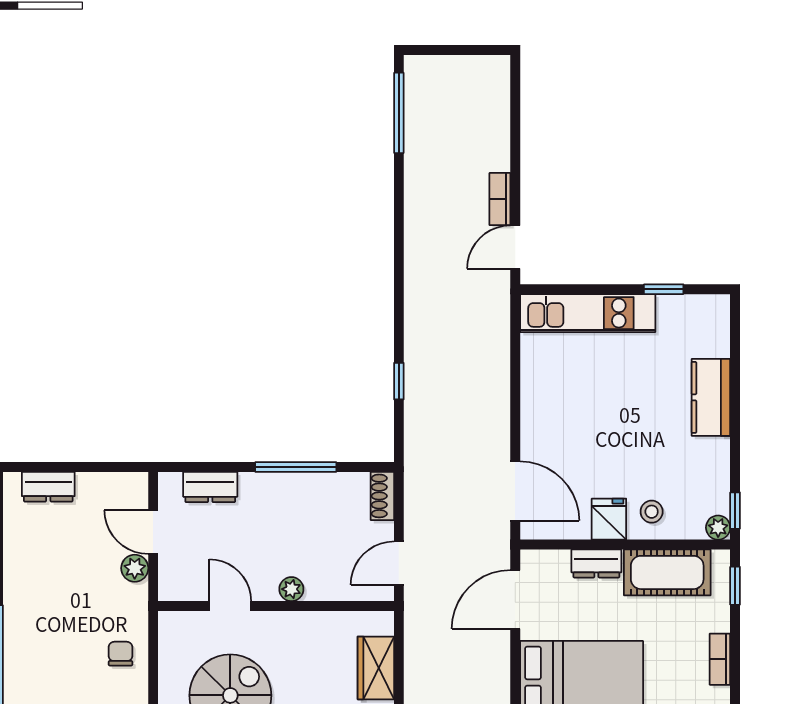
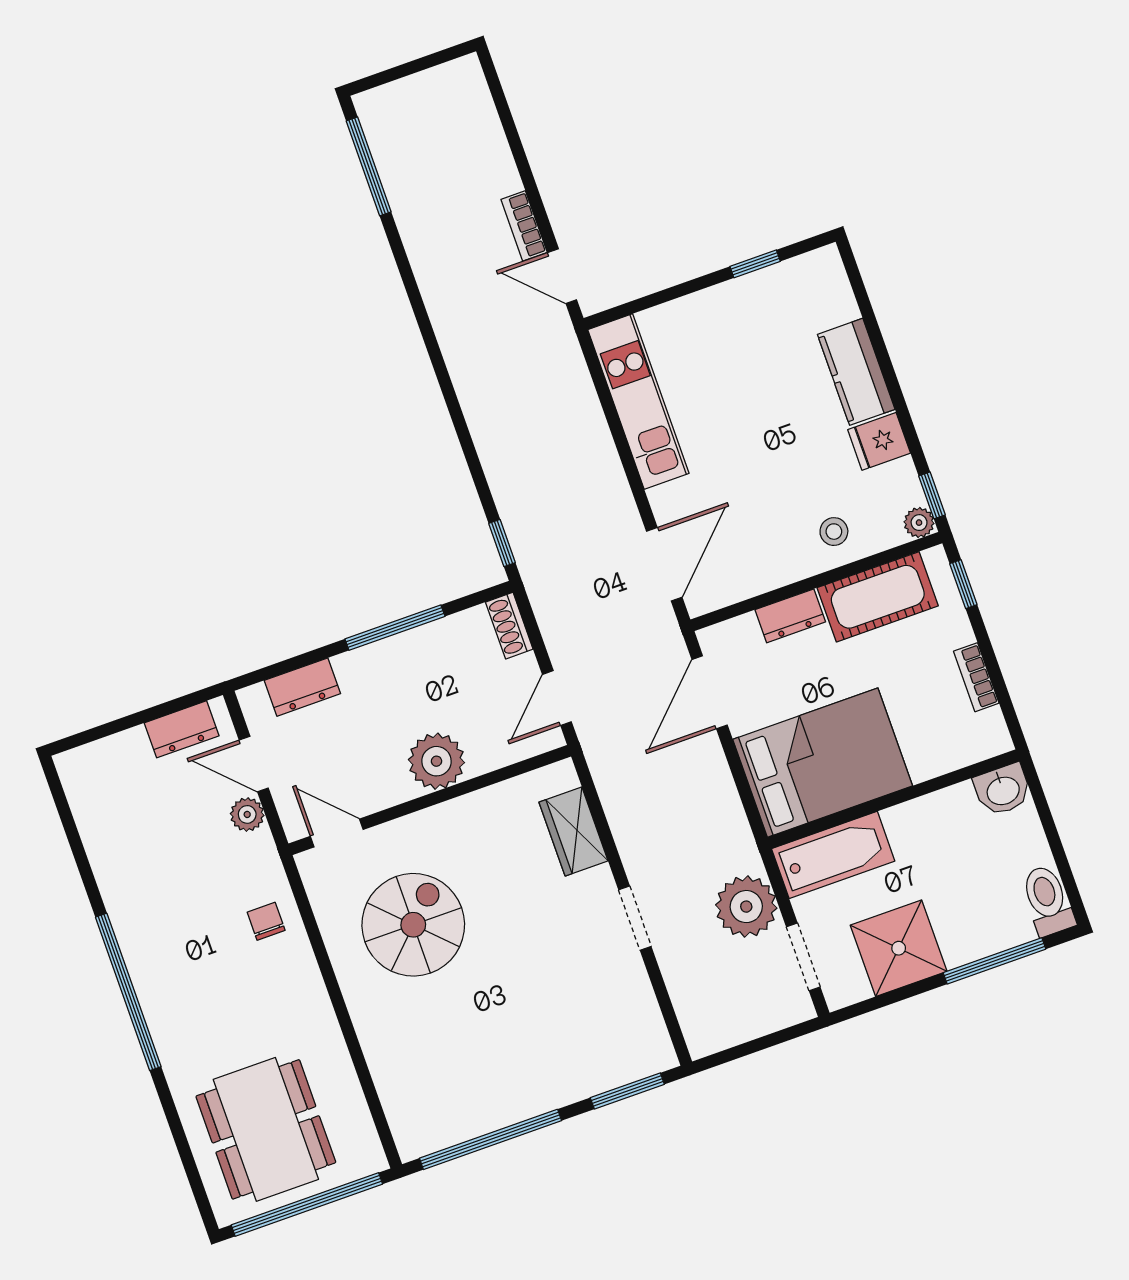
door: (515, 247) -> (562, 276), hinge flipped
kitchen unit: (588, 313) -> (638, 401), moved, turned -90
window: (399, 381) -> (502, 543), moved
dresser: (48, 487) -> (182, 729), moved
door: (515, 491) -> (664, 564), hinge flipped
fridge: (609, 519) -> (879, 441), moved, turned -90
plant: (291, 589) -> (436, 761), width x1.87, depth x1.87
door: (230, 606) -> (337, 833), moved

